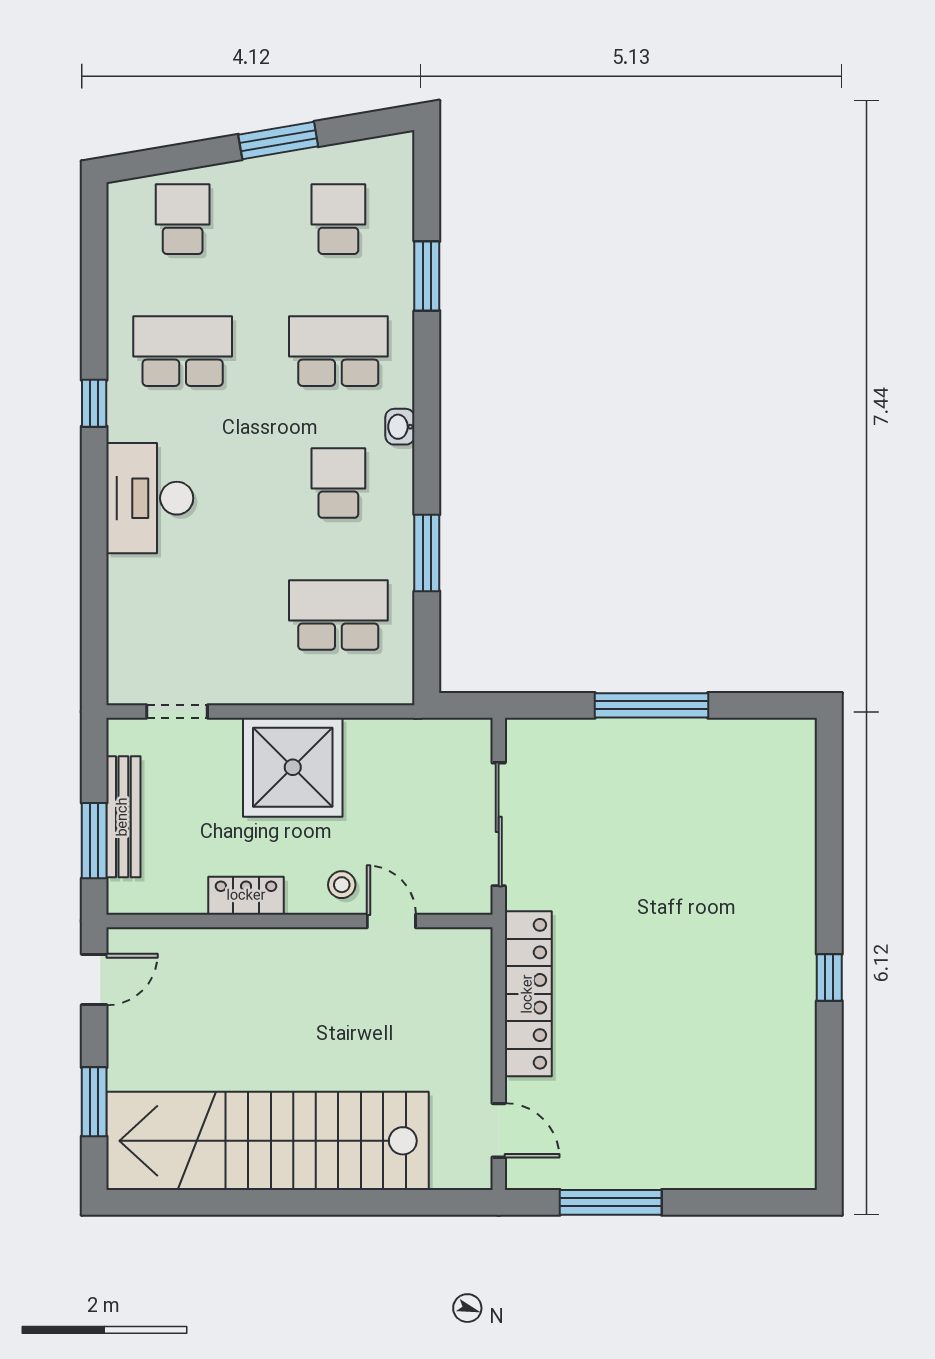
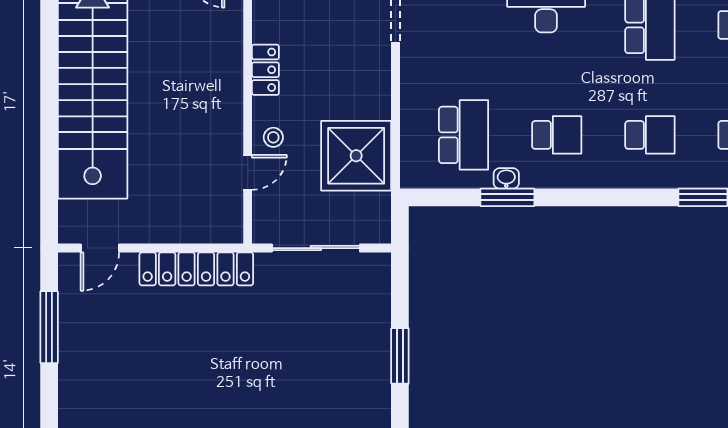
school desk: (338, 351) -> (650, 135), width x0.54
washbasin: (400, 427) -> (506, 178), moved
window: (651, 705) -> (400, 356), width x0.69
shower: (293, 767) -> (356, 156), moved

